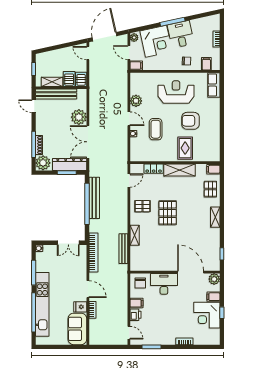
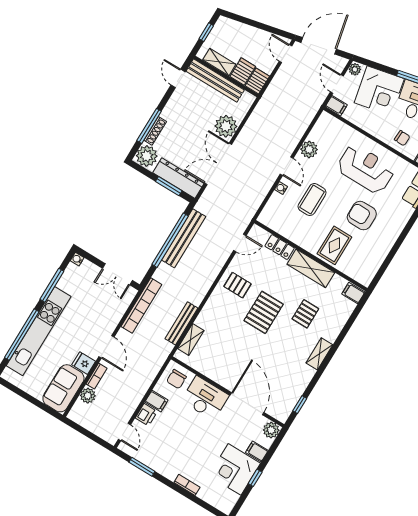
pallet: (210, 189) -> (305, 314), moved
shelving: (135, 235) -> (191, 340), moved
plant: (94, 324) -> (88, 396), added

